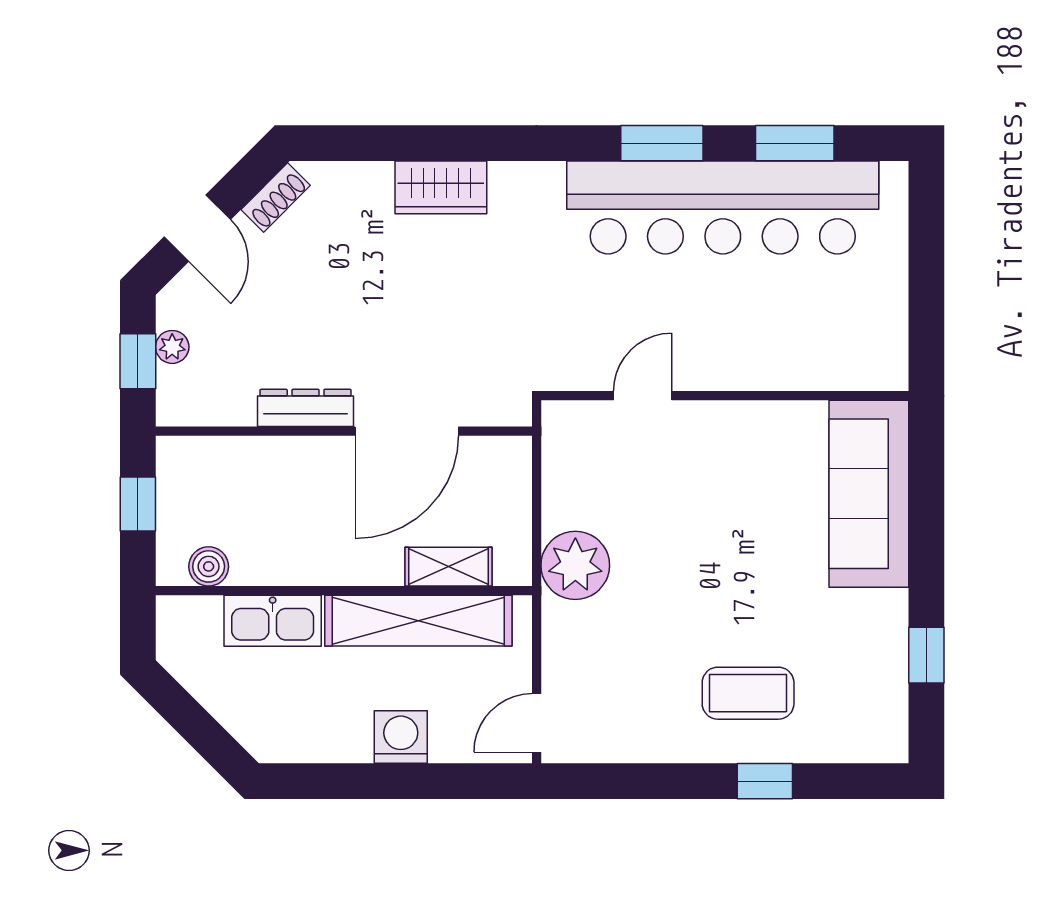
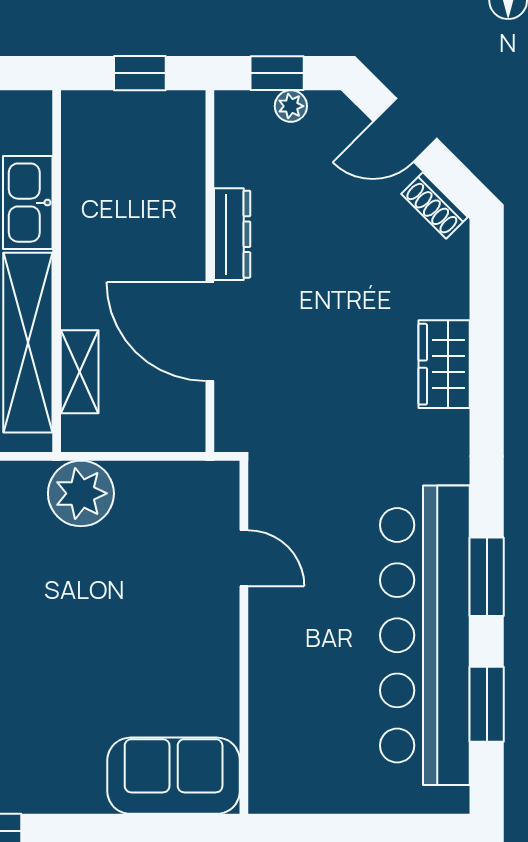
sofa: (869, 494) -> (174, 776), width x0.73
boiler: (209, 566) -> (80, 141), removed

